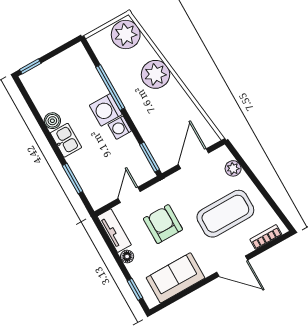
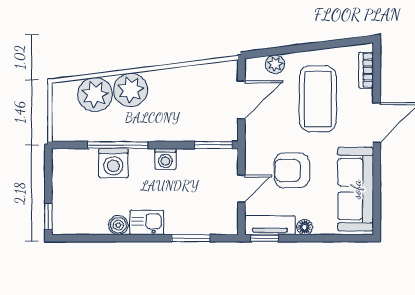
plant: (126, 35) -> (95, 95), moved
washing machine: (106, 110) -> (113, 163), moved
door: (193, 159) -> (241, 100), swing flipped
door: (129, 195) -> (241, 189), swing flipped
sofa: (175, 278) -> (356, 189), width x1.36
window: (135, 289) -> (264, 238), moved

